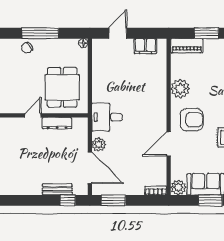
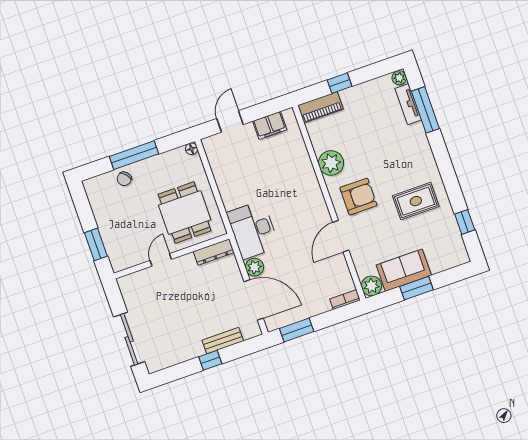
window: (207, 33) -> (340, 83), width x0.67
desk: (107, 117) -> (253, 230), width x1.37
dresser: (57, 123) -> (214, 252), moved
window: (68, 200) -> (210, 360), moved

